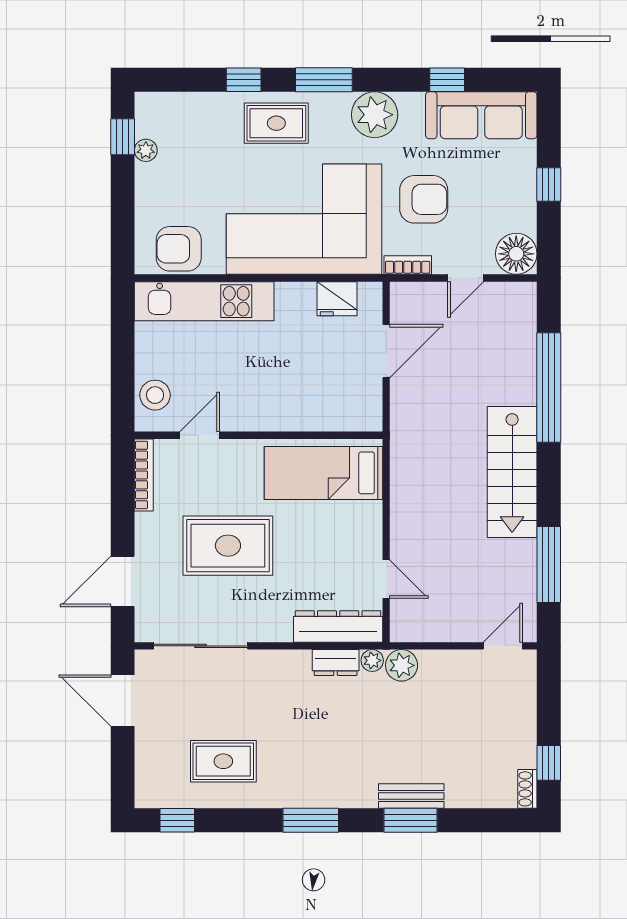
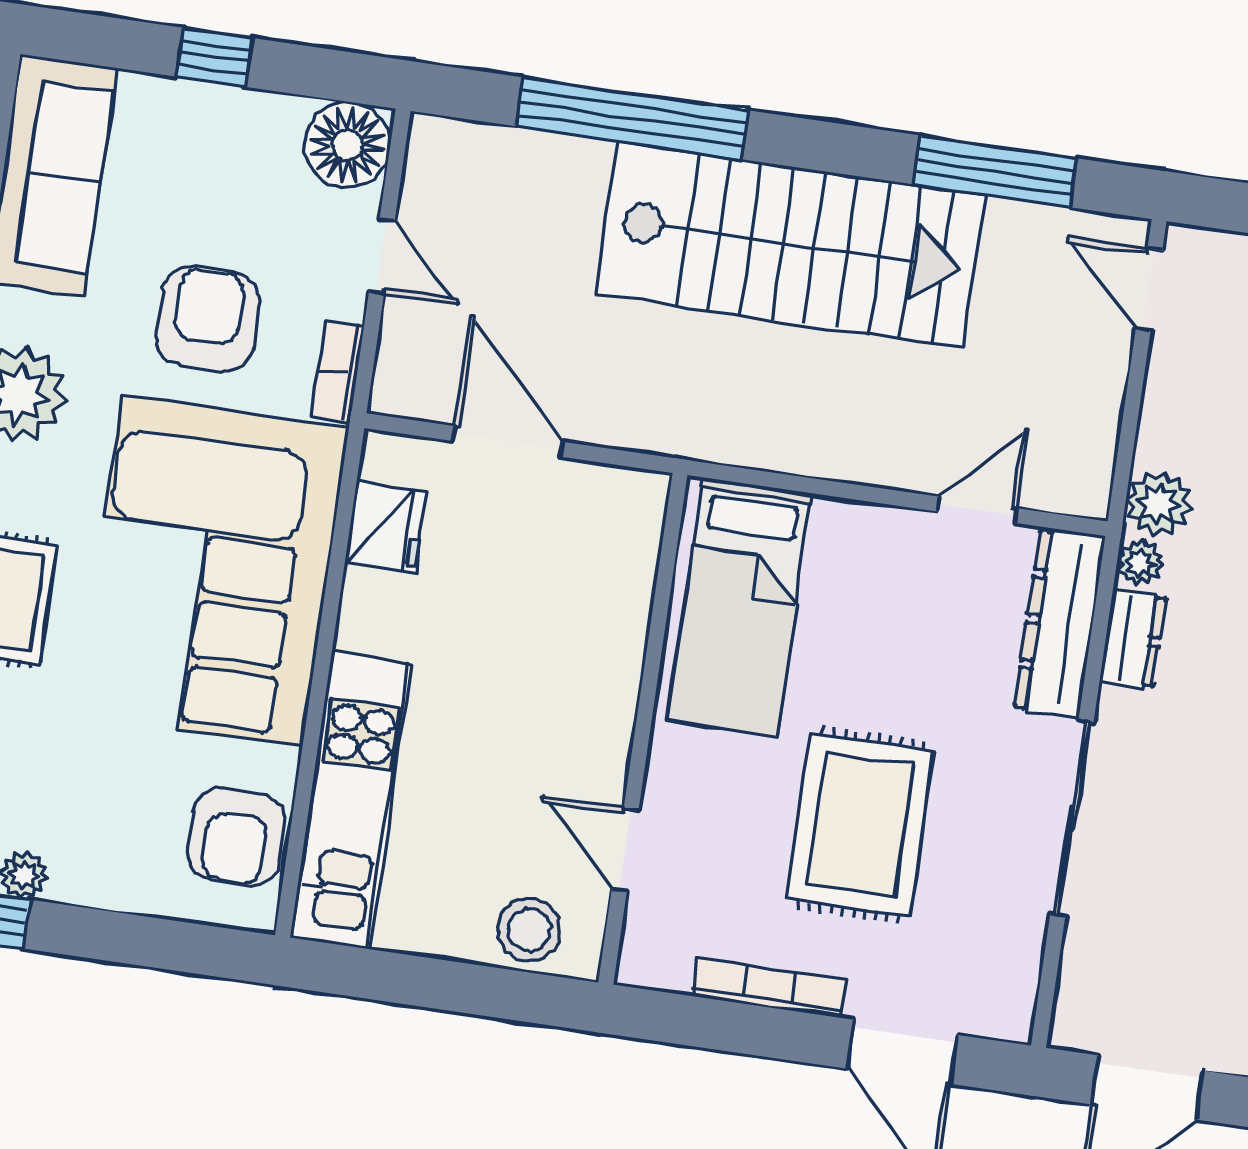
stairs: (512, 472) -> (791, 245), width x1.36, depth x1.51
bookcase: (144, 475) -> (769, 988), moved
sliding door: (201, 646) -> (1072, 818), moved

